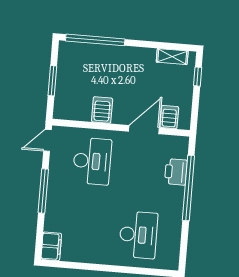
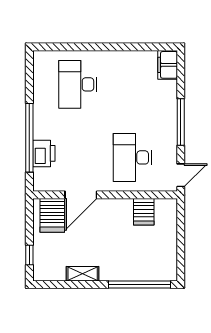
shelving: (172, 57) -> (83, 274), moved
window: (52, 81) -> (181, 238), removed
server rack: (102, 110) -> (144, 212), moved
server rack: (169, 117) -> (52, 215), width x1.36, depth x1.44

